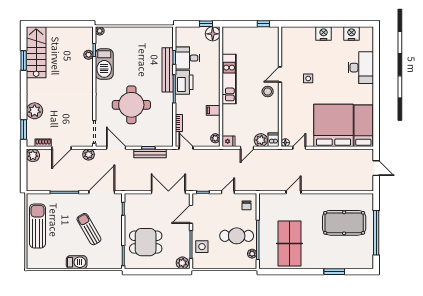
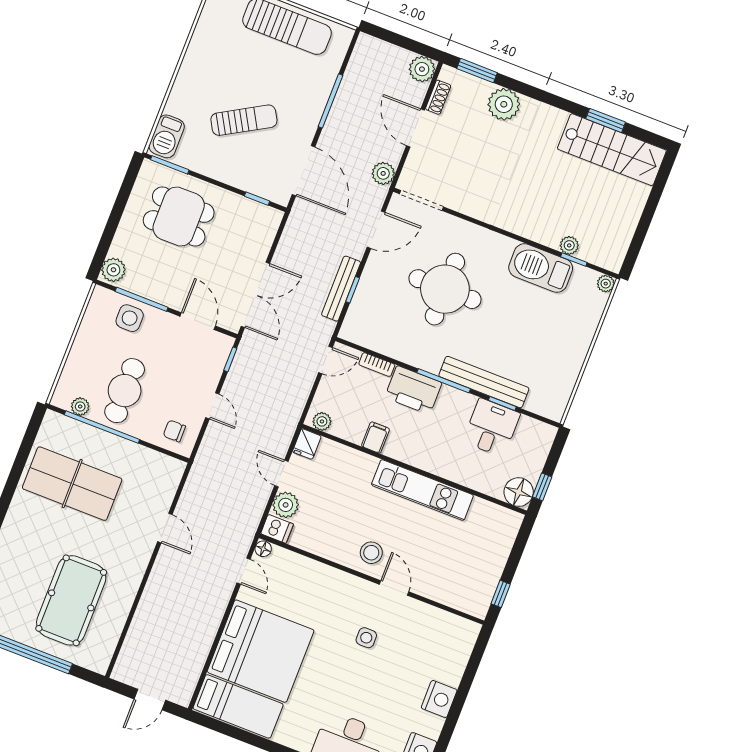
printer: (184, 82) -> (413, 390), moved
dining table: (146, 242) -> (179, 216), turned 90
barbecue: (77, 262) -> (167, 136), moved

